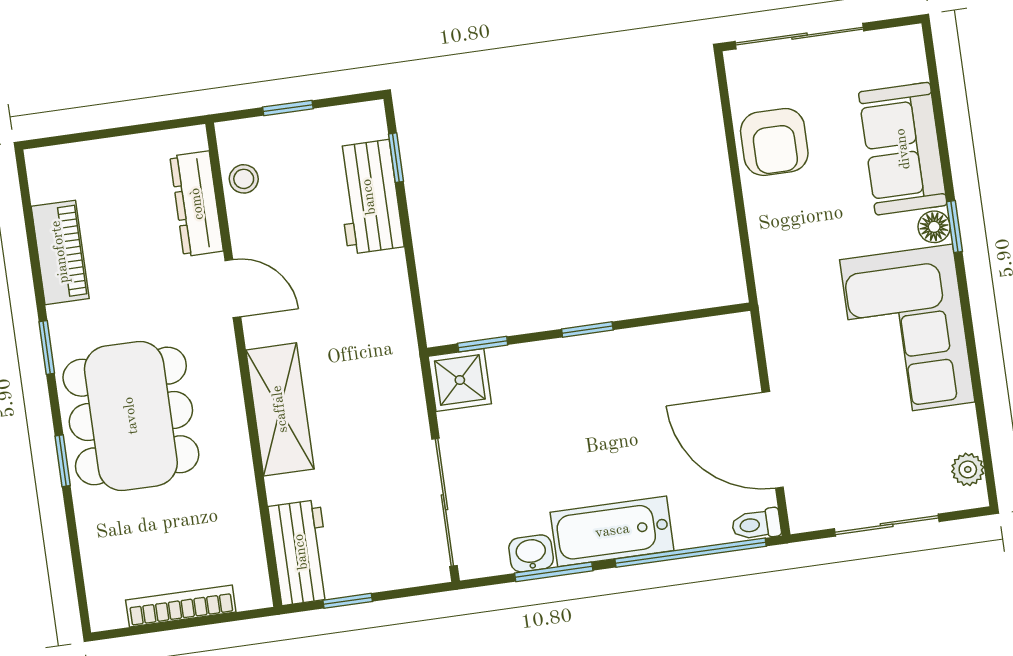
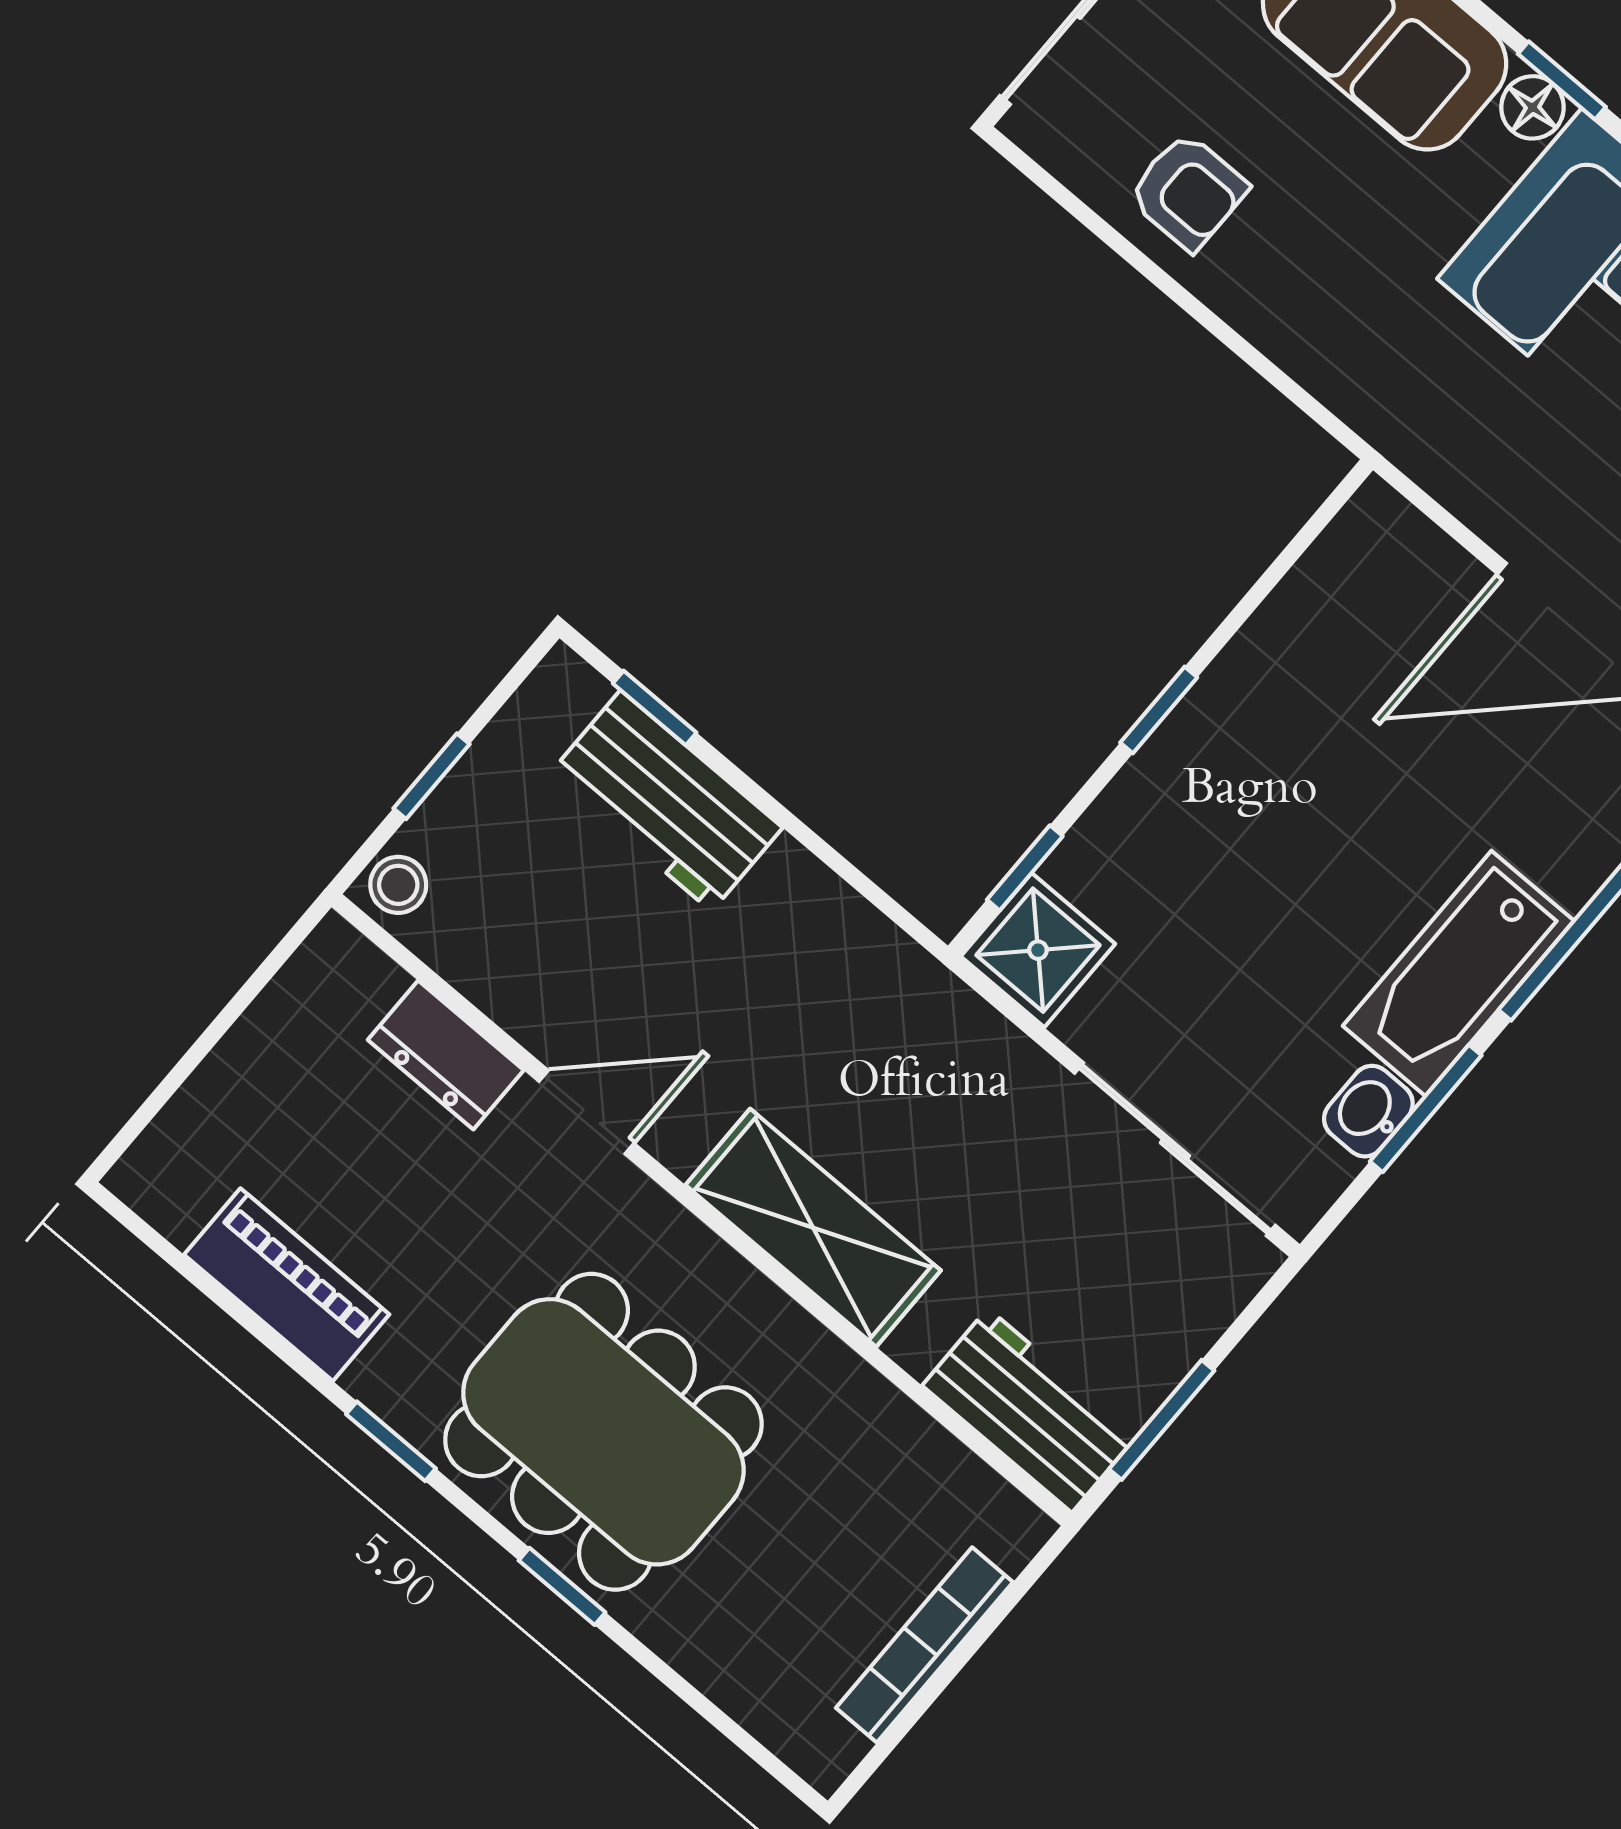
armchair: (774, 142) -> (1188, 192), width x0.72, depth x0.72
stool: (244, 179) -> (398, 885), moved
dresser: (197, 204) -> (446, 1055), width x0.70
window: (348, 601) -> (1162, 1420), width x1.50

